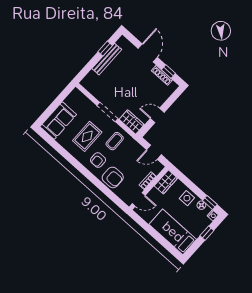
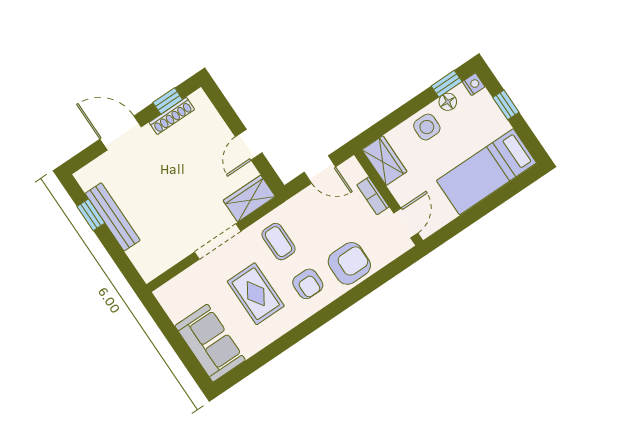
door: (154, 152) -> (320, 170), hinge flipped

